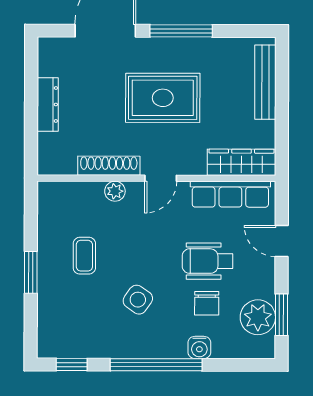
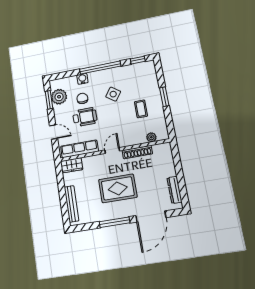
dresser: (48, 104) -> (174, 190), moved
wardrobe: (242, 162) -> (72, 165), width x0.67
plant: (115, 191) -> (151, 137), moved

